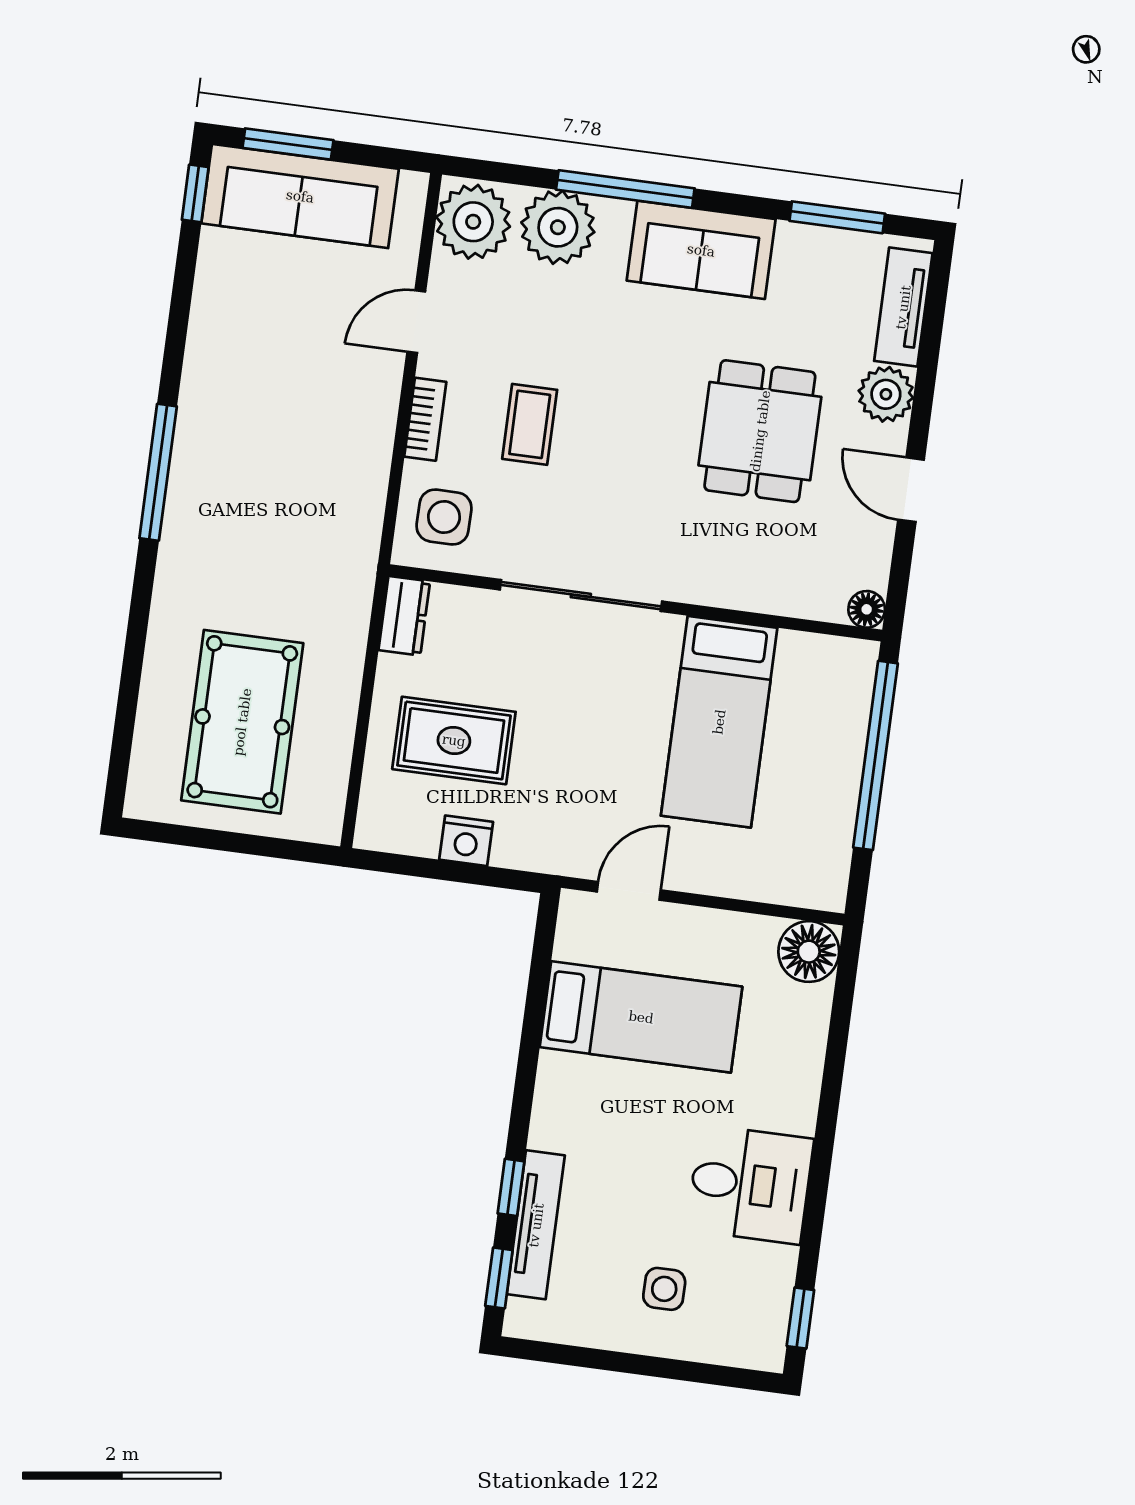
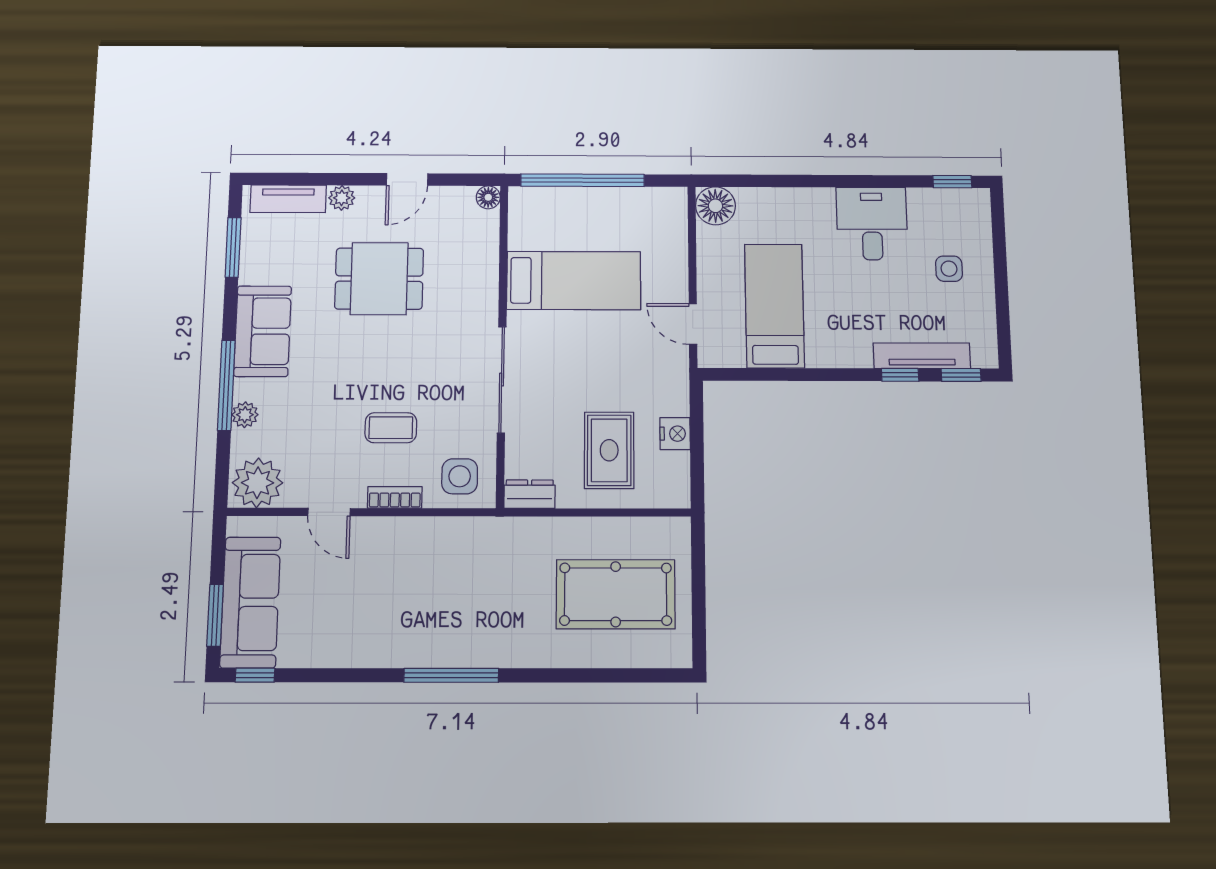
plant: (558, 227) -> (245, 415), width x0.53, depth x0.53
plant: (886, 394) -> (342, 198), width x0.73, depth x0.73

